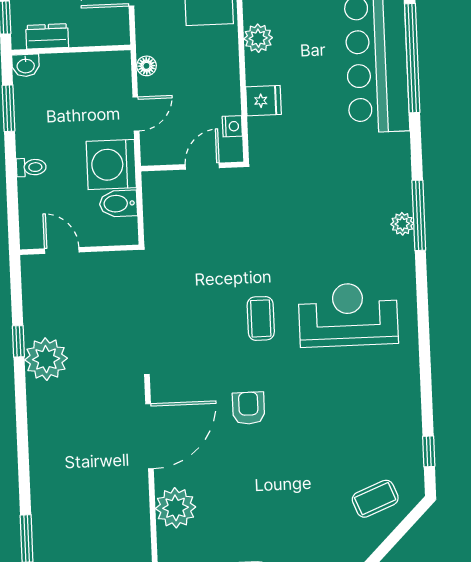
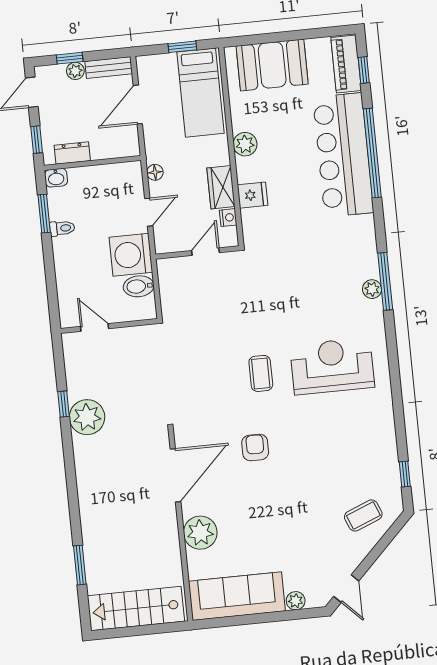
wardrobe: (226, 89) -> (221, 187), added
toilet: (31, 167) -> (62, 228), moved

